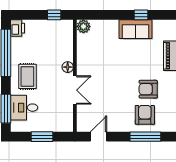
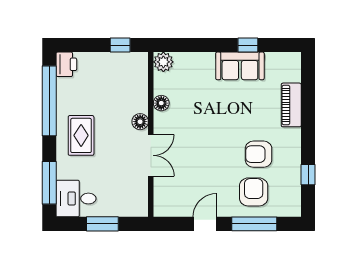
floor lamp: (82, 54) -> (161, 103), added
desk: (24, 108) -> (76, 199), moved
door: (98, 137) -> (205, 224), moved

